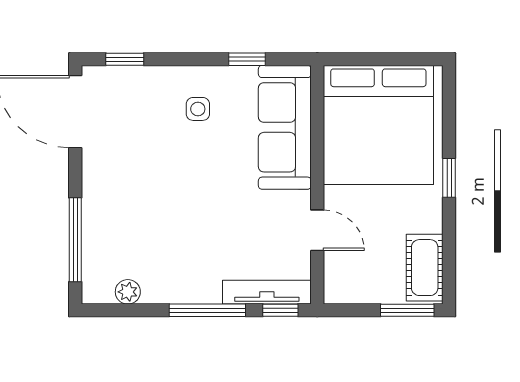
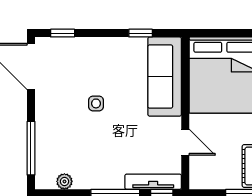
side table: (198, 109) -> (96, 103), moved

